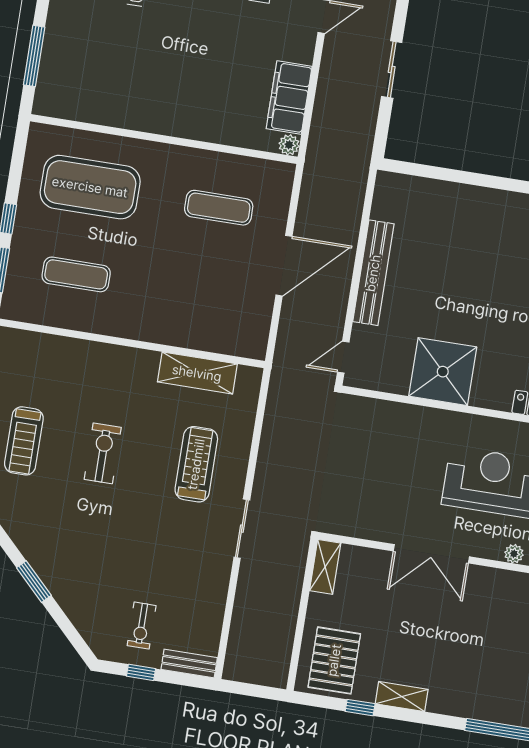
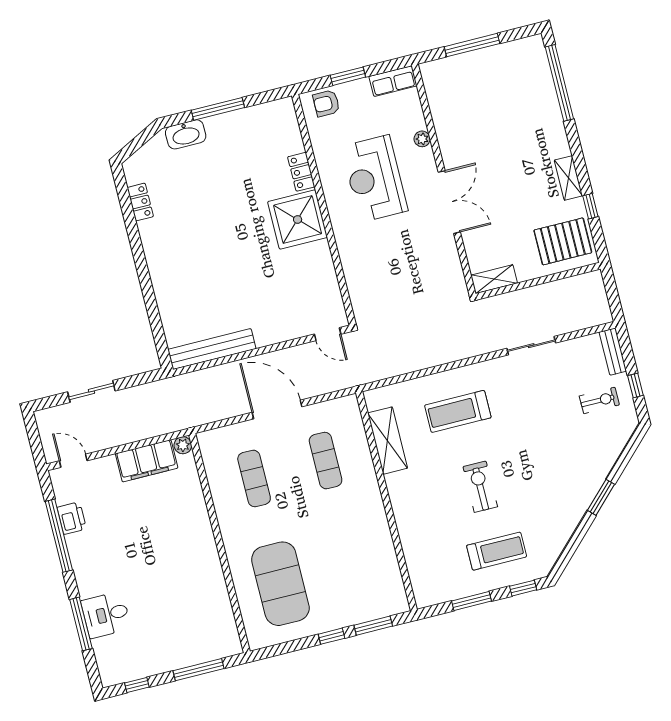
bench: (373, 273) -> (212, 349), moved
exercise mat: (76, 274) -> (326, 461), moved
shower: (443, 372) -> (298, 219), moved
exercise bike: (103, 453) -> (480, 487), turned 90
sliding door: (242, 529) -> (531, 346), moved

